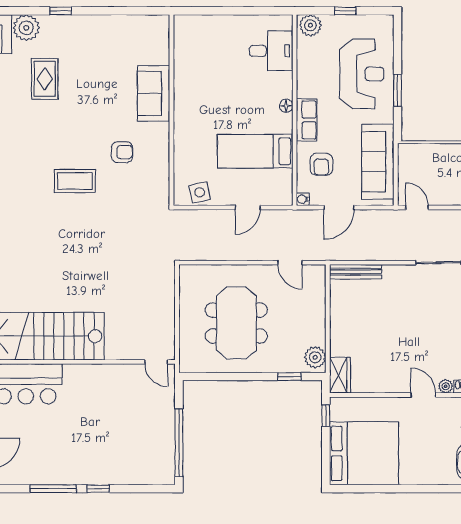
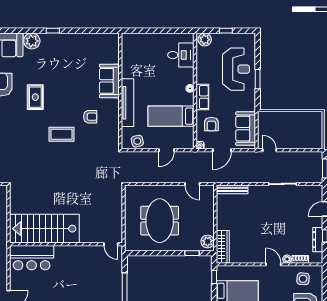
rug: (45, 79) -> (35, 97), moved
tv unit: (183, 129) -> (127, 103), added
sofa: (378, 162) -> (246, 129), width x0.73
wardrobe: (340, 375) -> (223, 247), width x1.50

